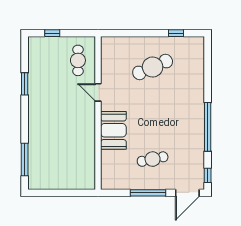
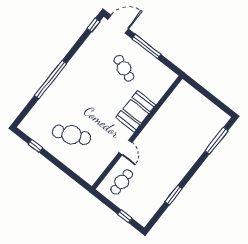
window: (208, 127) -> (51, 79), moved
cafe table: (153, 159) -> (124, 68), turned 33

